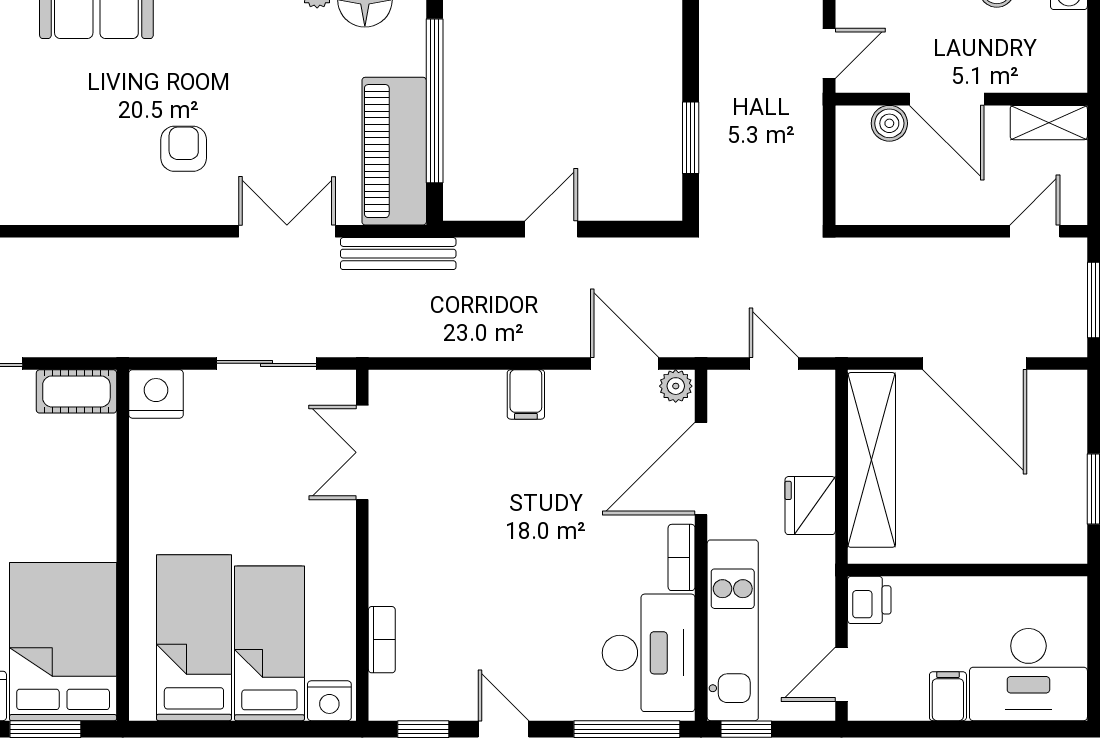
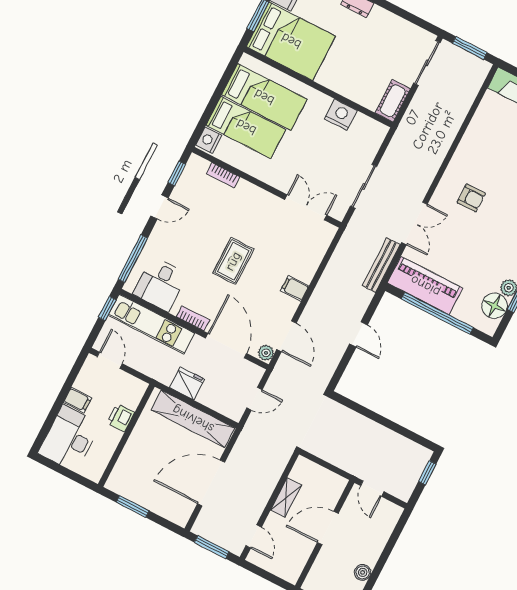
boiler: (889, 123) -> (330, 499), removed
shelving: (1049, 123) -> (286, 497), moved
window: (691, 138) -> (367, 413), removed
door: (625, 363) -> (286, 336), hinge flipped
nightstand: (156, 394) -> (341, 115), moved, turned -90
rug: (534, 537) -> (233, 261), added
printer: (869, 600) -> (121, 418), moved, turned 90
desk: (649, 653) -> (160, 284), width x0.73

